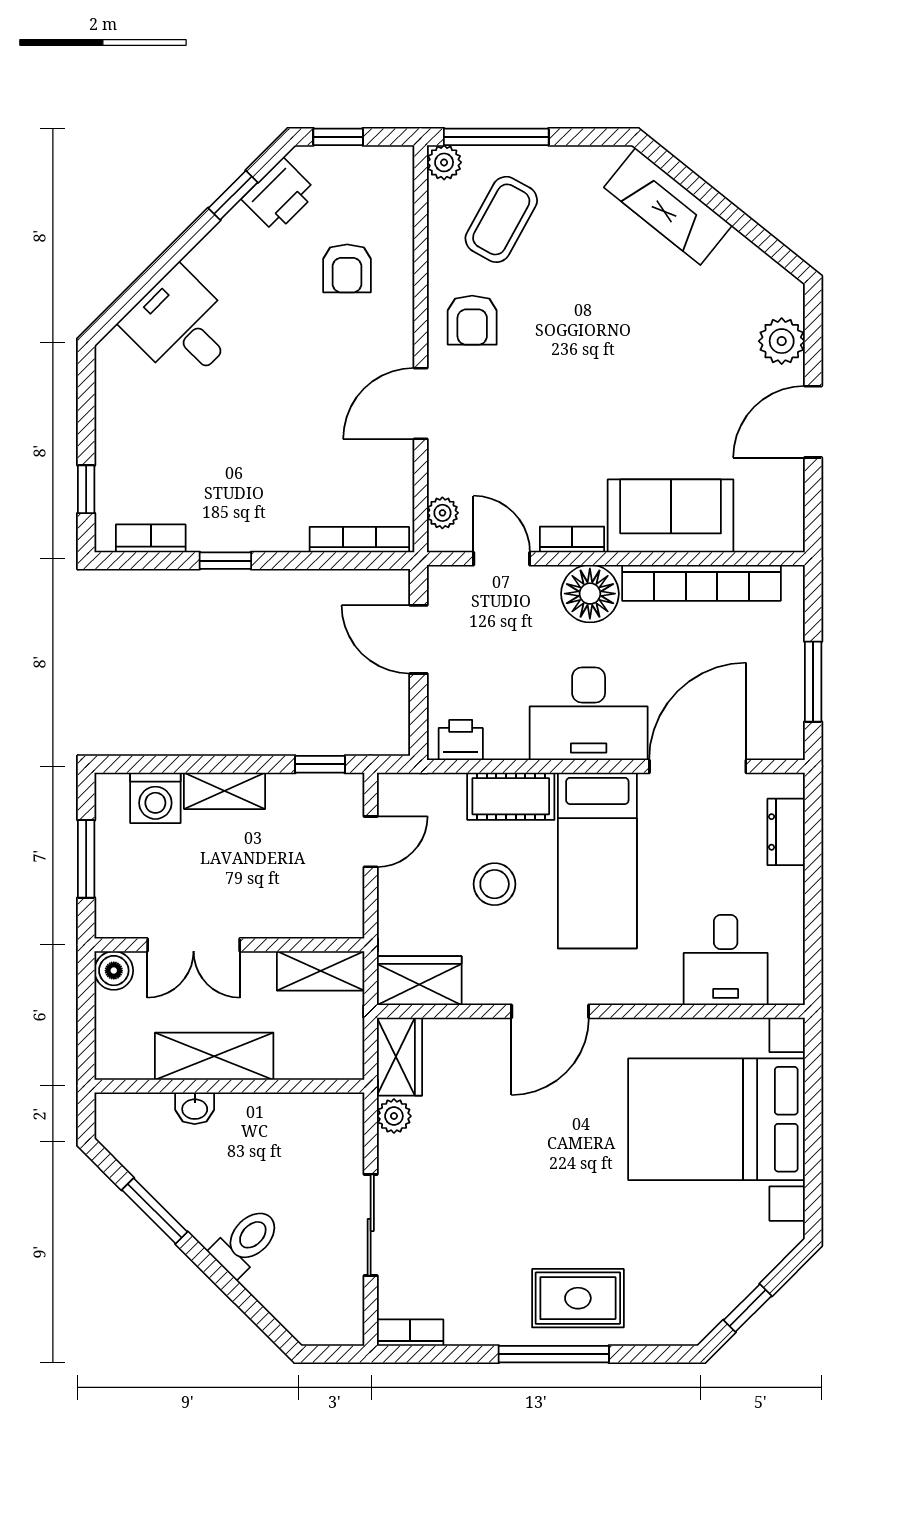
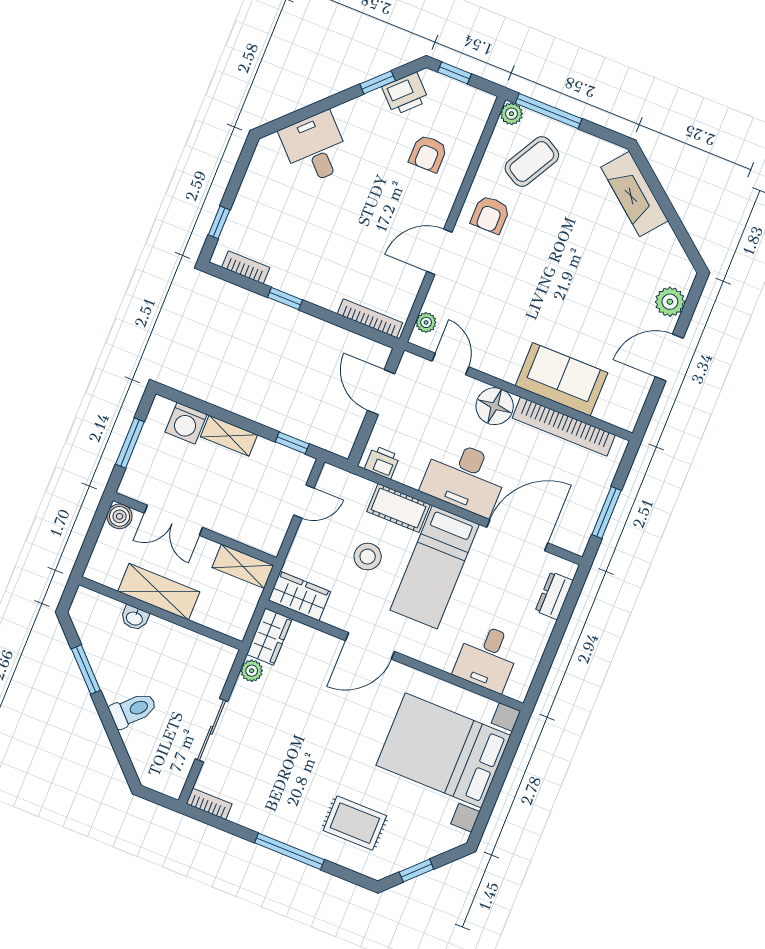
bookcase: (572, 539) -> (497, 370), removed
rug: (578, 1298) -> (355, 823), moved

